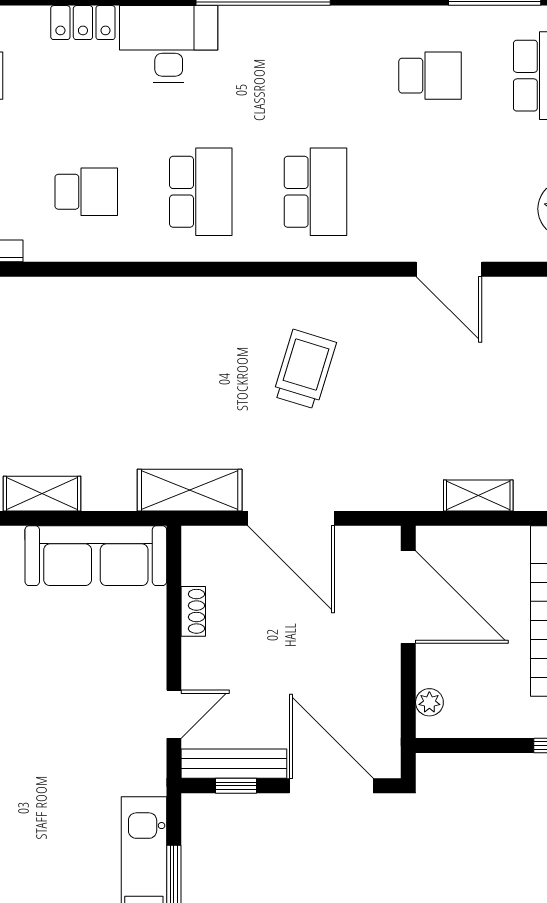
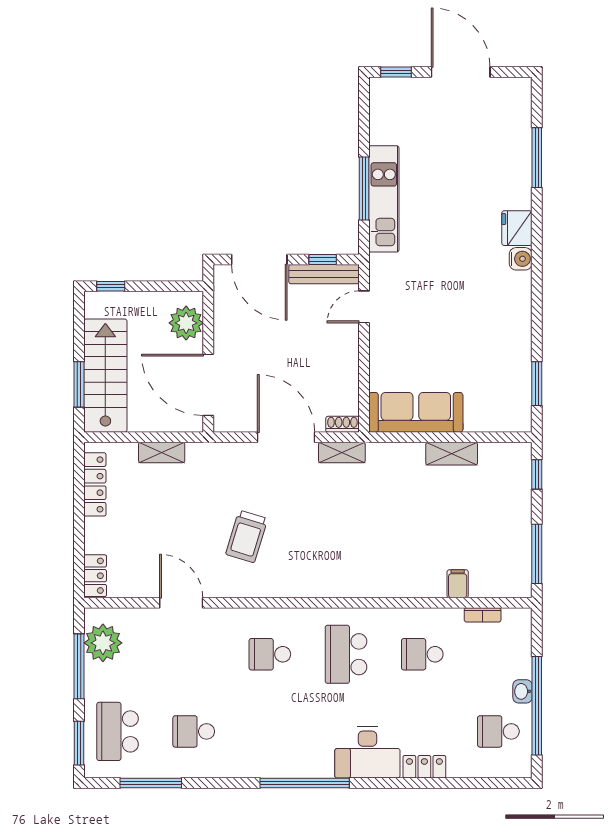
school desk: (315, 192) -> (270, 654), width x0.54
filing cabinet: (33, 298) -> (458, 584), added
trolley: (305, 369) -> (247, 536), moved
shelving: (190, 490) -> (342, 453), width x0.67, depth x0.75
shoe rack: (193, 611) -> (342, 424), moved, turned 90
plant: (429, 702) -> (186, 323), width x1.87, depth x1.87

